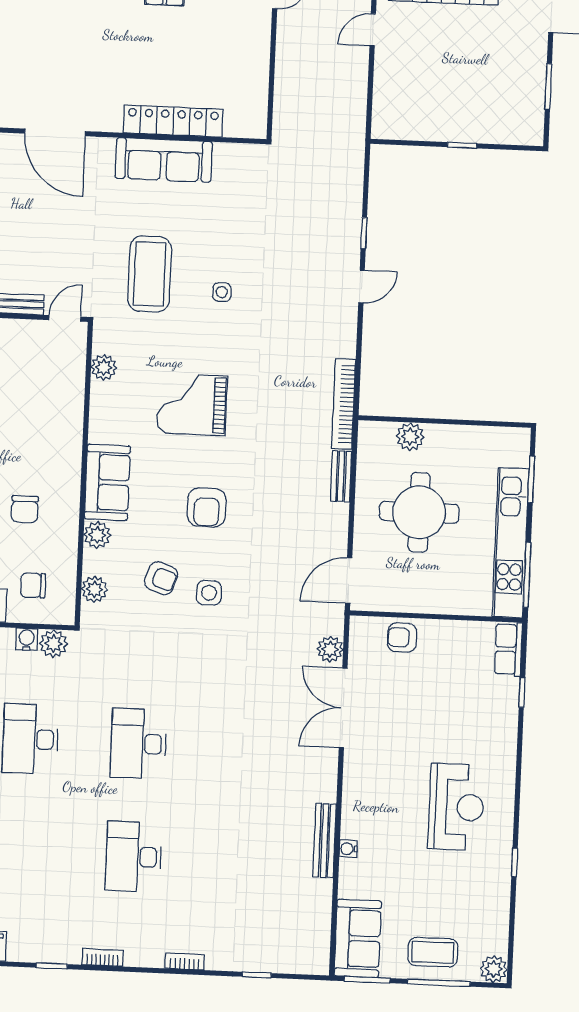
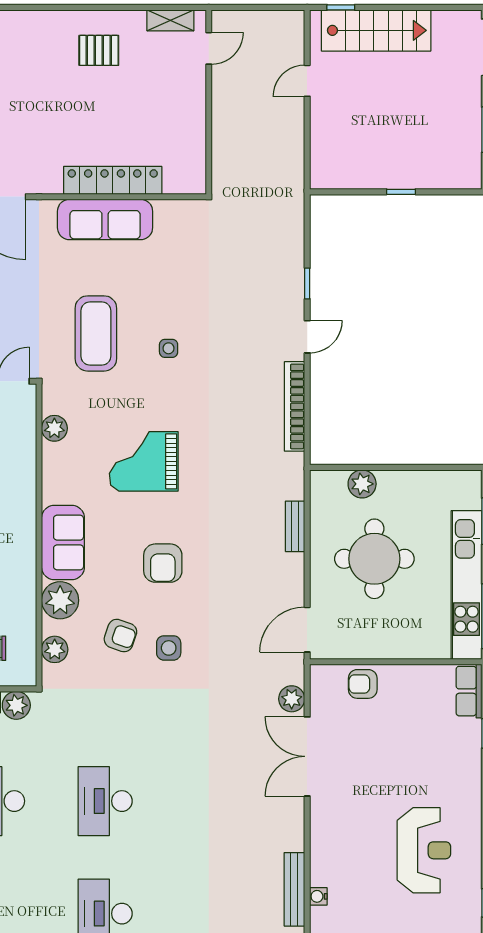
bookcase: (344, 404) -> (295, 406), moved
plant: (97, 535) -> (60, 600), width x1.36, depth x1.36

